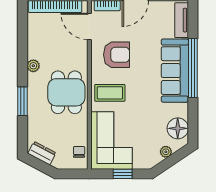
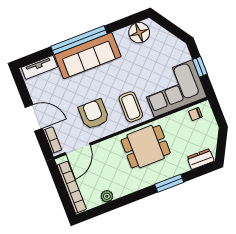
plant: (33, 66) -> (107, 196), moved
plant: (166, 152) -> (165, 35), removed
dresser: (42, 153) -> (201, 159), moved, turned 62

